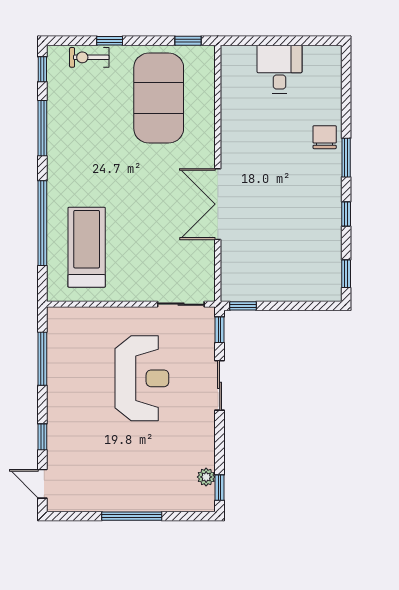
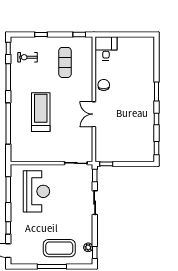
exercise bike: (89, 57) -> (28, 57), moved
desk: (279, 69) -> (106, 48), moved
exercise mat: (159, 98) -> (65, 62), width x0.50, depth x0.69
chair: (325, 137) -> (104, 85), moved
double door: (218, 204) -> (94, 114), width x0.73
treadmill: (87, 247) -> (41, 112), moved
reception desk: (142, 378) -> (36, 191), moved
coffee table: (147, 479) -> (59, 248), added

